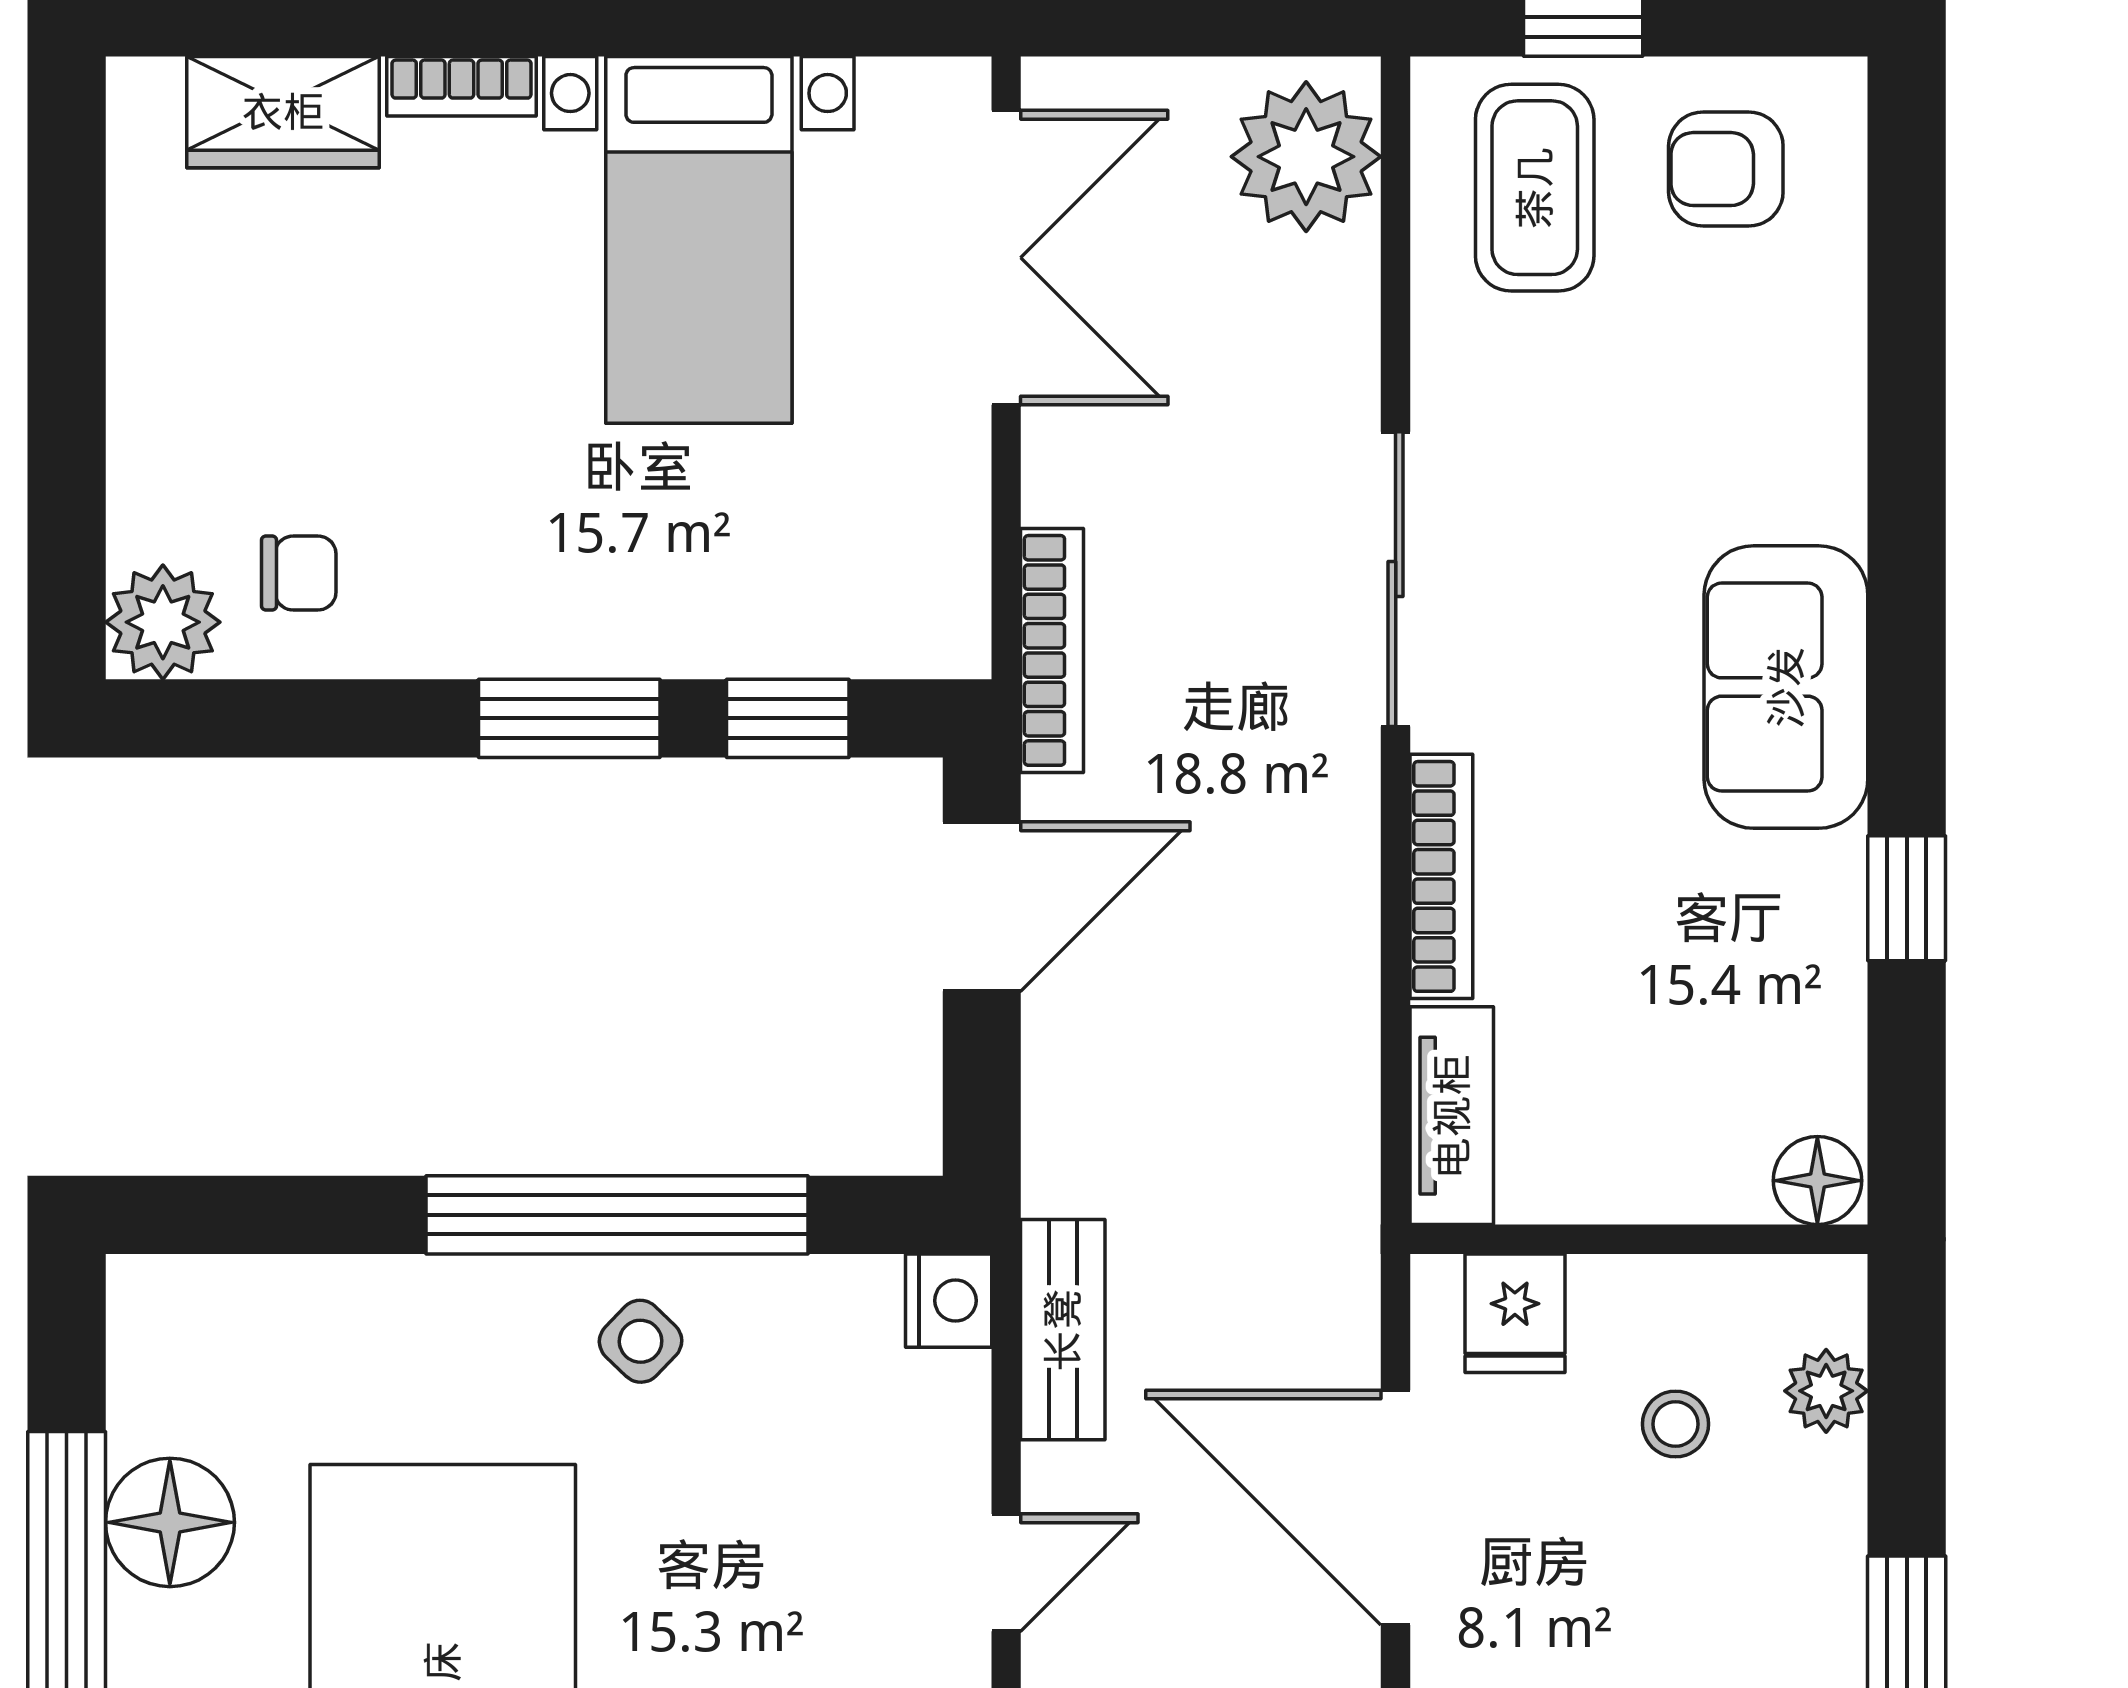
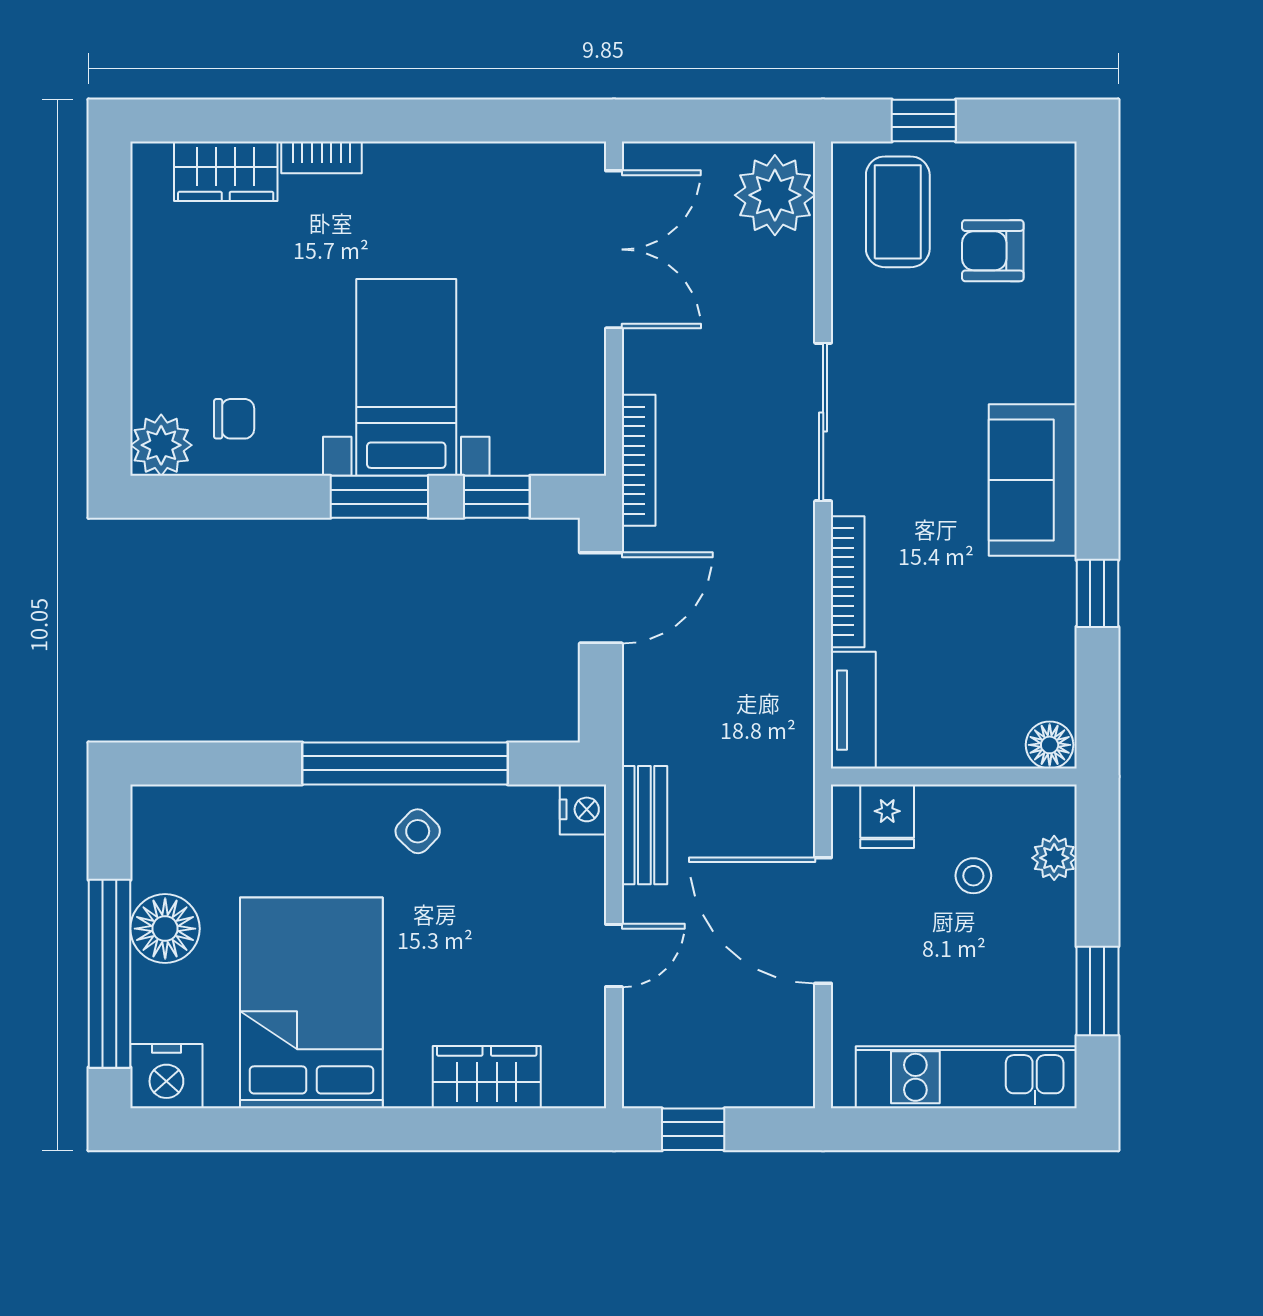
armchair: (1726, 169) -> (993, 251), moved
bed with nightstands: (699, 240) -> (406, 377), moved, turned 180

